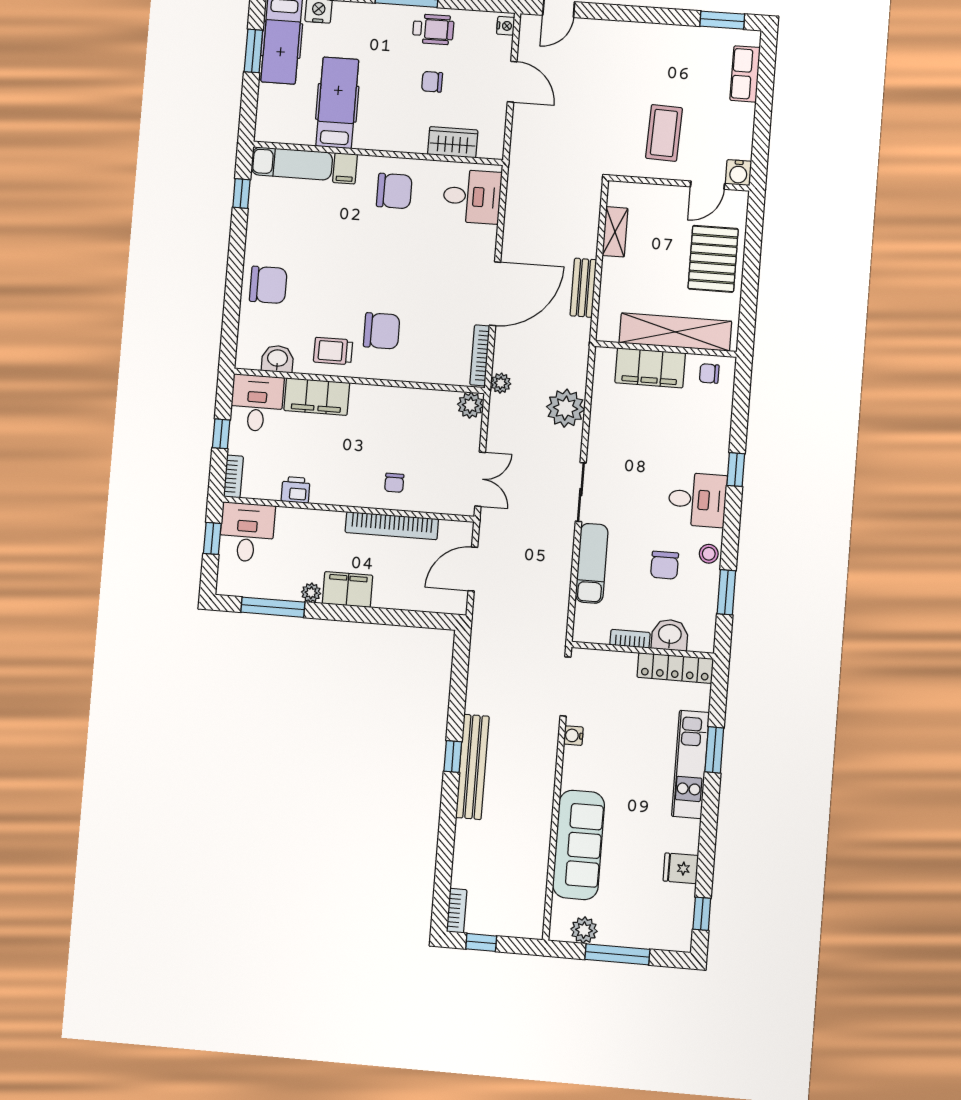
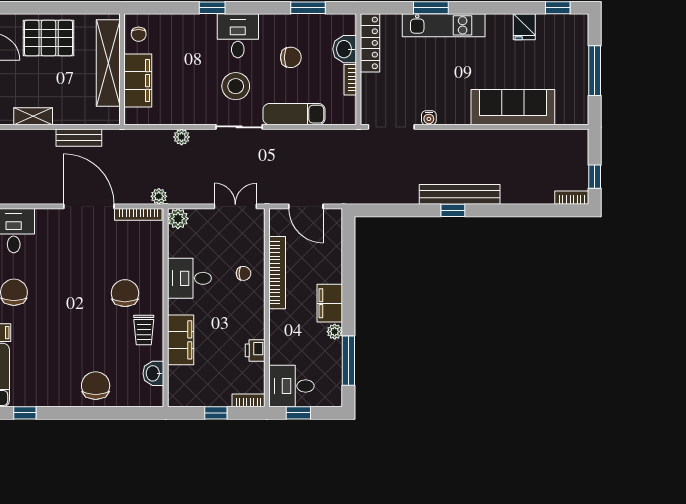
desk: (257, 403) -> (189, 278), moved
plant: (566, 408) -> (182, 137), width x0.53, depth x0.53
stool: (709, 554) -> (236, 86), moved, width x1.89, depth x1.89
plant: (584, 930) -> (578, 98), removed

